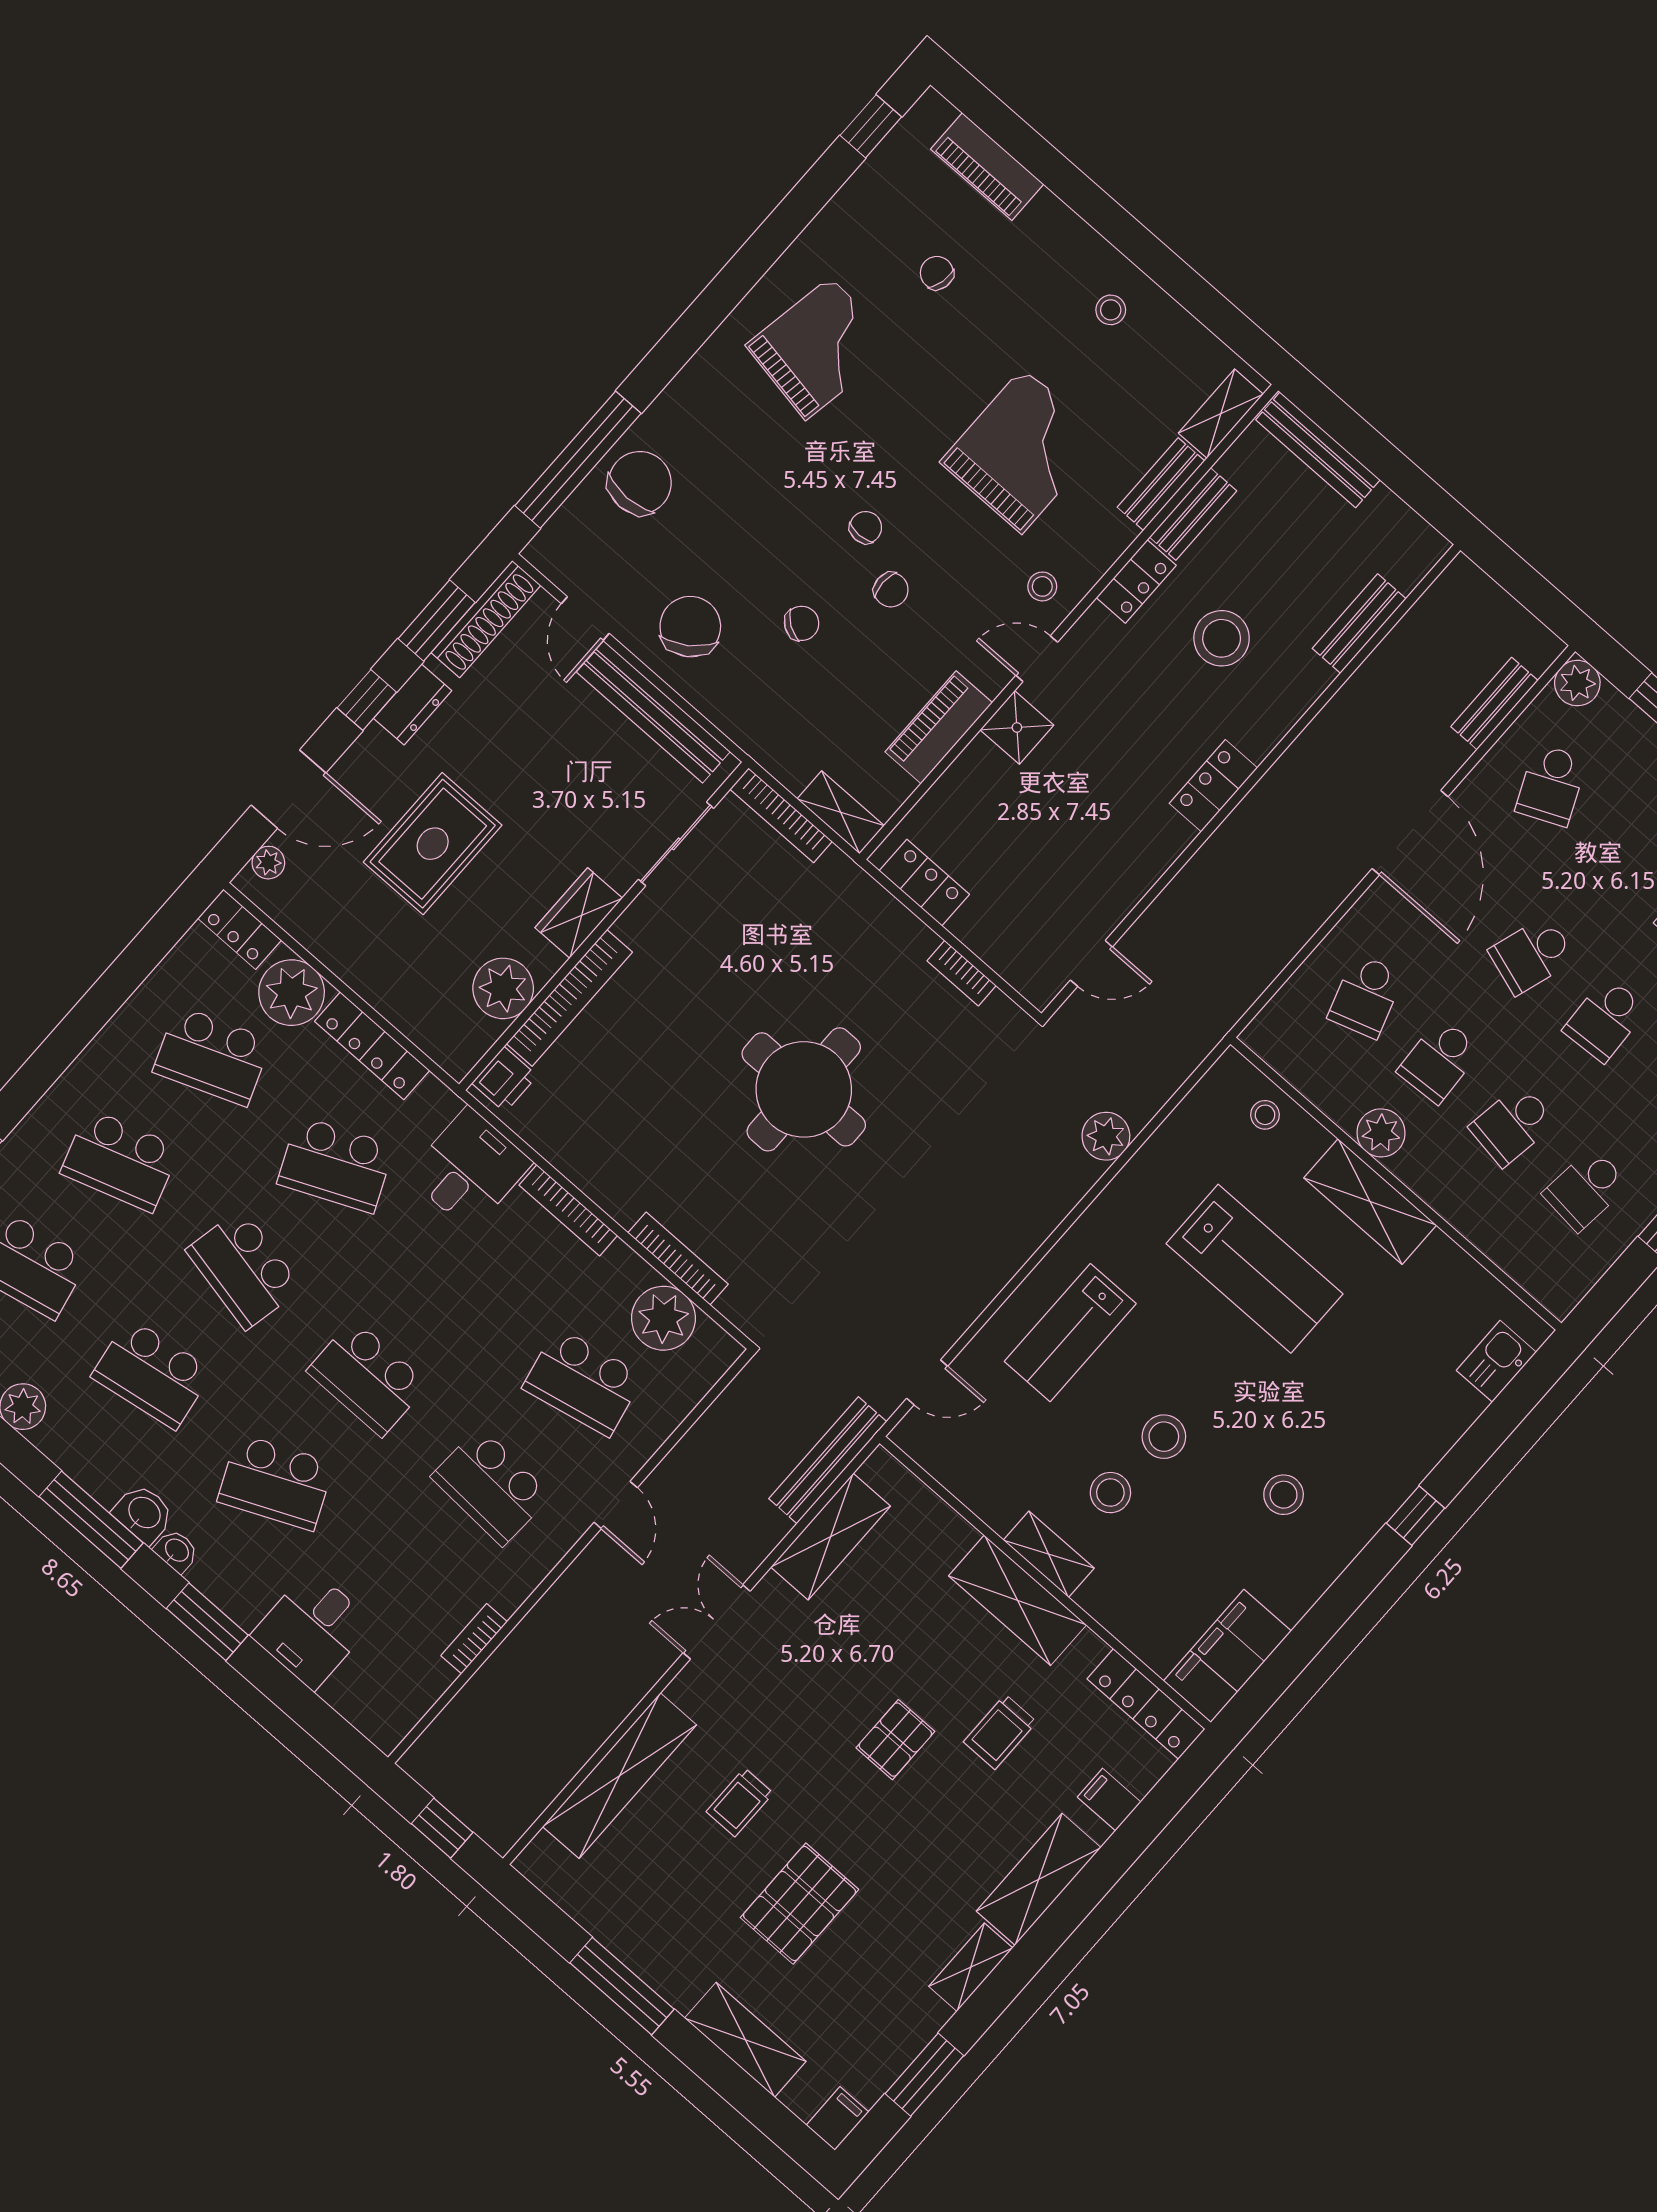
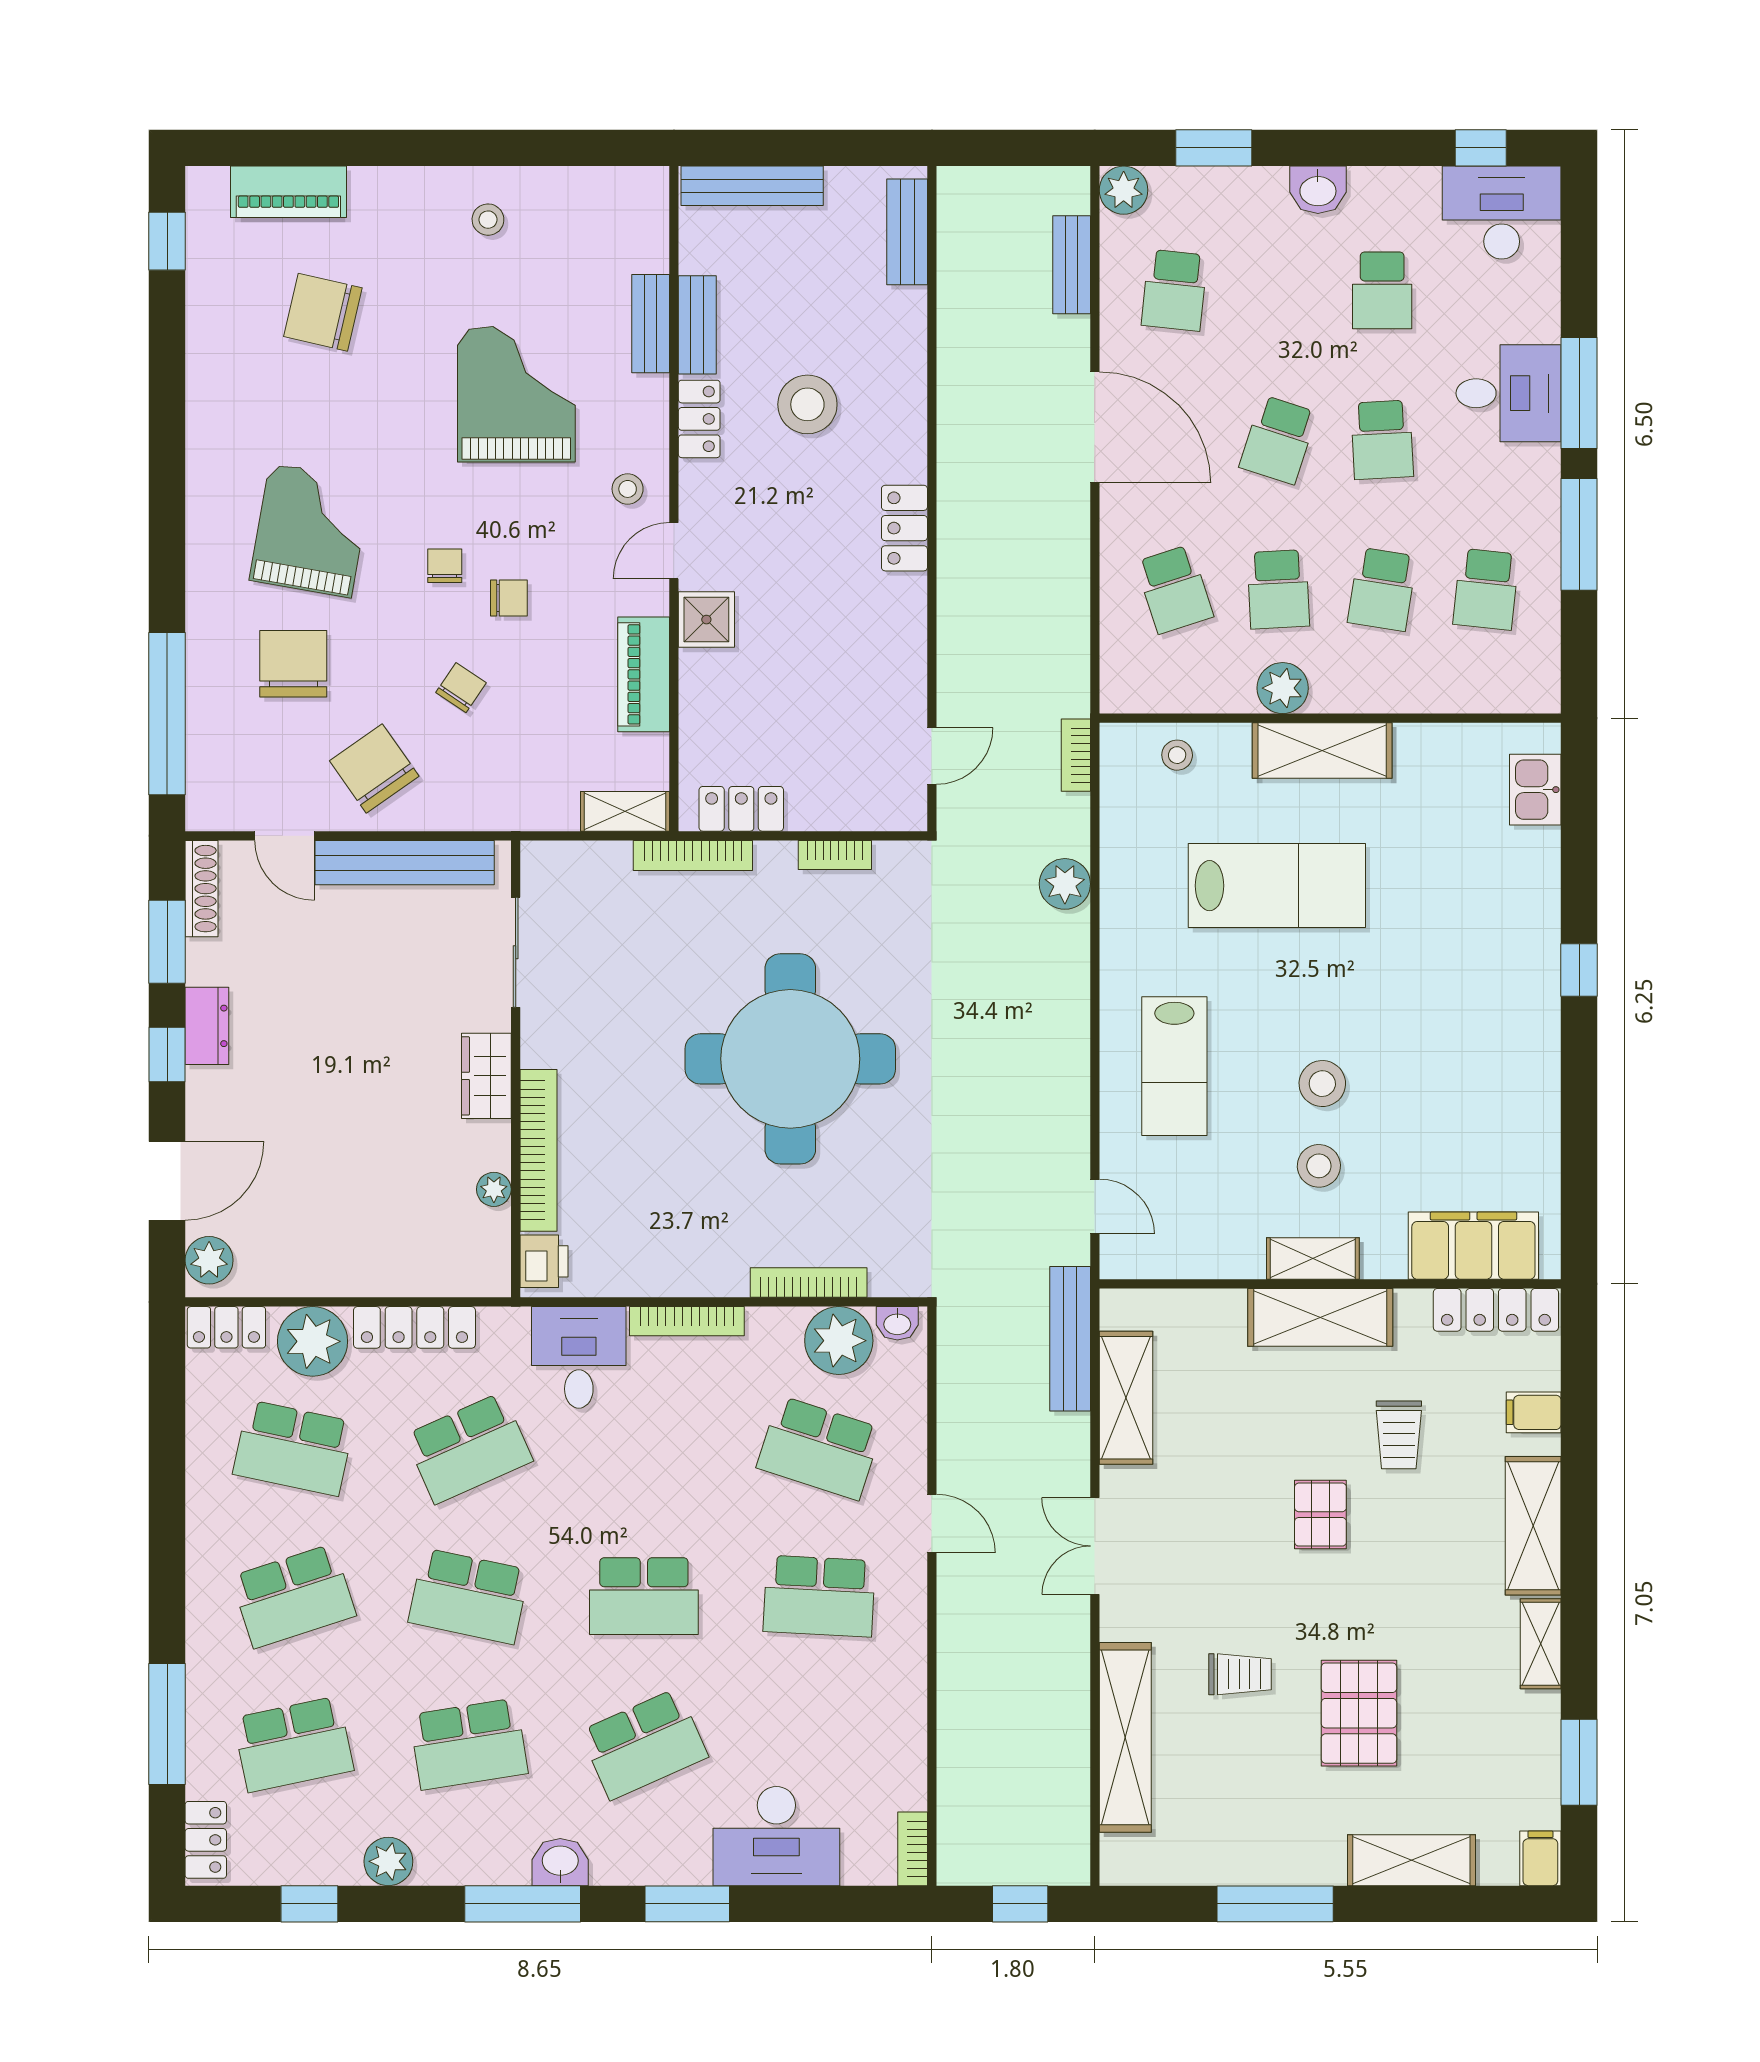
chair: (937, 273) -> (323, 312), width x1.87, depth x1.87
grand piano: (819, 348) -> (310, 530), moved
shelving: (1221, 414) -> (649, 225), removed
chair: (640, 483) -> (293, 664), moved
shoe rack: (486, 619) -> (202, 889), width x0.74, depth x0.81
bench: (1359, 624) -> (907, 232), moved
school desk: (1551, 785) -> (1174, 290), turned 30
bookcase: (781, 815) -> (693, 856), moved
rug: (433, 844) -> (321, 1123), removed
plant: (268, 863) -> (209, 1260), width x1.38, depth x1.38
plant: (503, 988) -> (494, 1189), width x0.53, depth x0.53
bookcase: (1193, 1052) -> (1076, 755), added
school desk: (212, 1056) -> (293, 1448), turned 33
round table: (804, 1089) -> (790, 1059), width x1.36, depth x1.36
school desk: (583, 1382) -> (819, 1448), turned 30
door: (927, 1382) -> (1095, 1206), hinge flipped
stool: (1284, 1495) -> (1459, 1046), removed
washbasin: (176, 1551) -> (897, 1323), moved, turned 180
desk: (312, 1629) -> (776, 1836), width x1.37
bookcase: (474, 1639) -> (913, 1849), moved
filing cabinet: (1227, 1656) -> (1473, 1246), moved, turned 90
trolley: (740, 1802) -> (1240, 1674), turned -90

